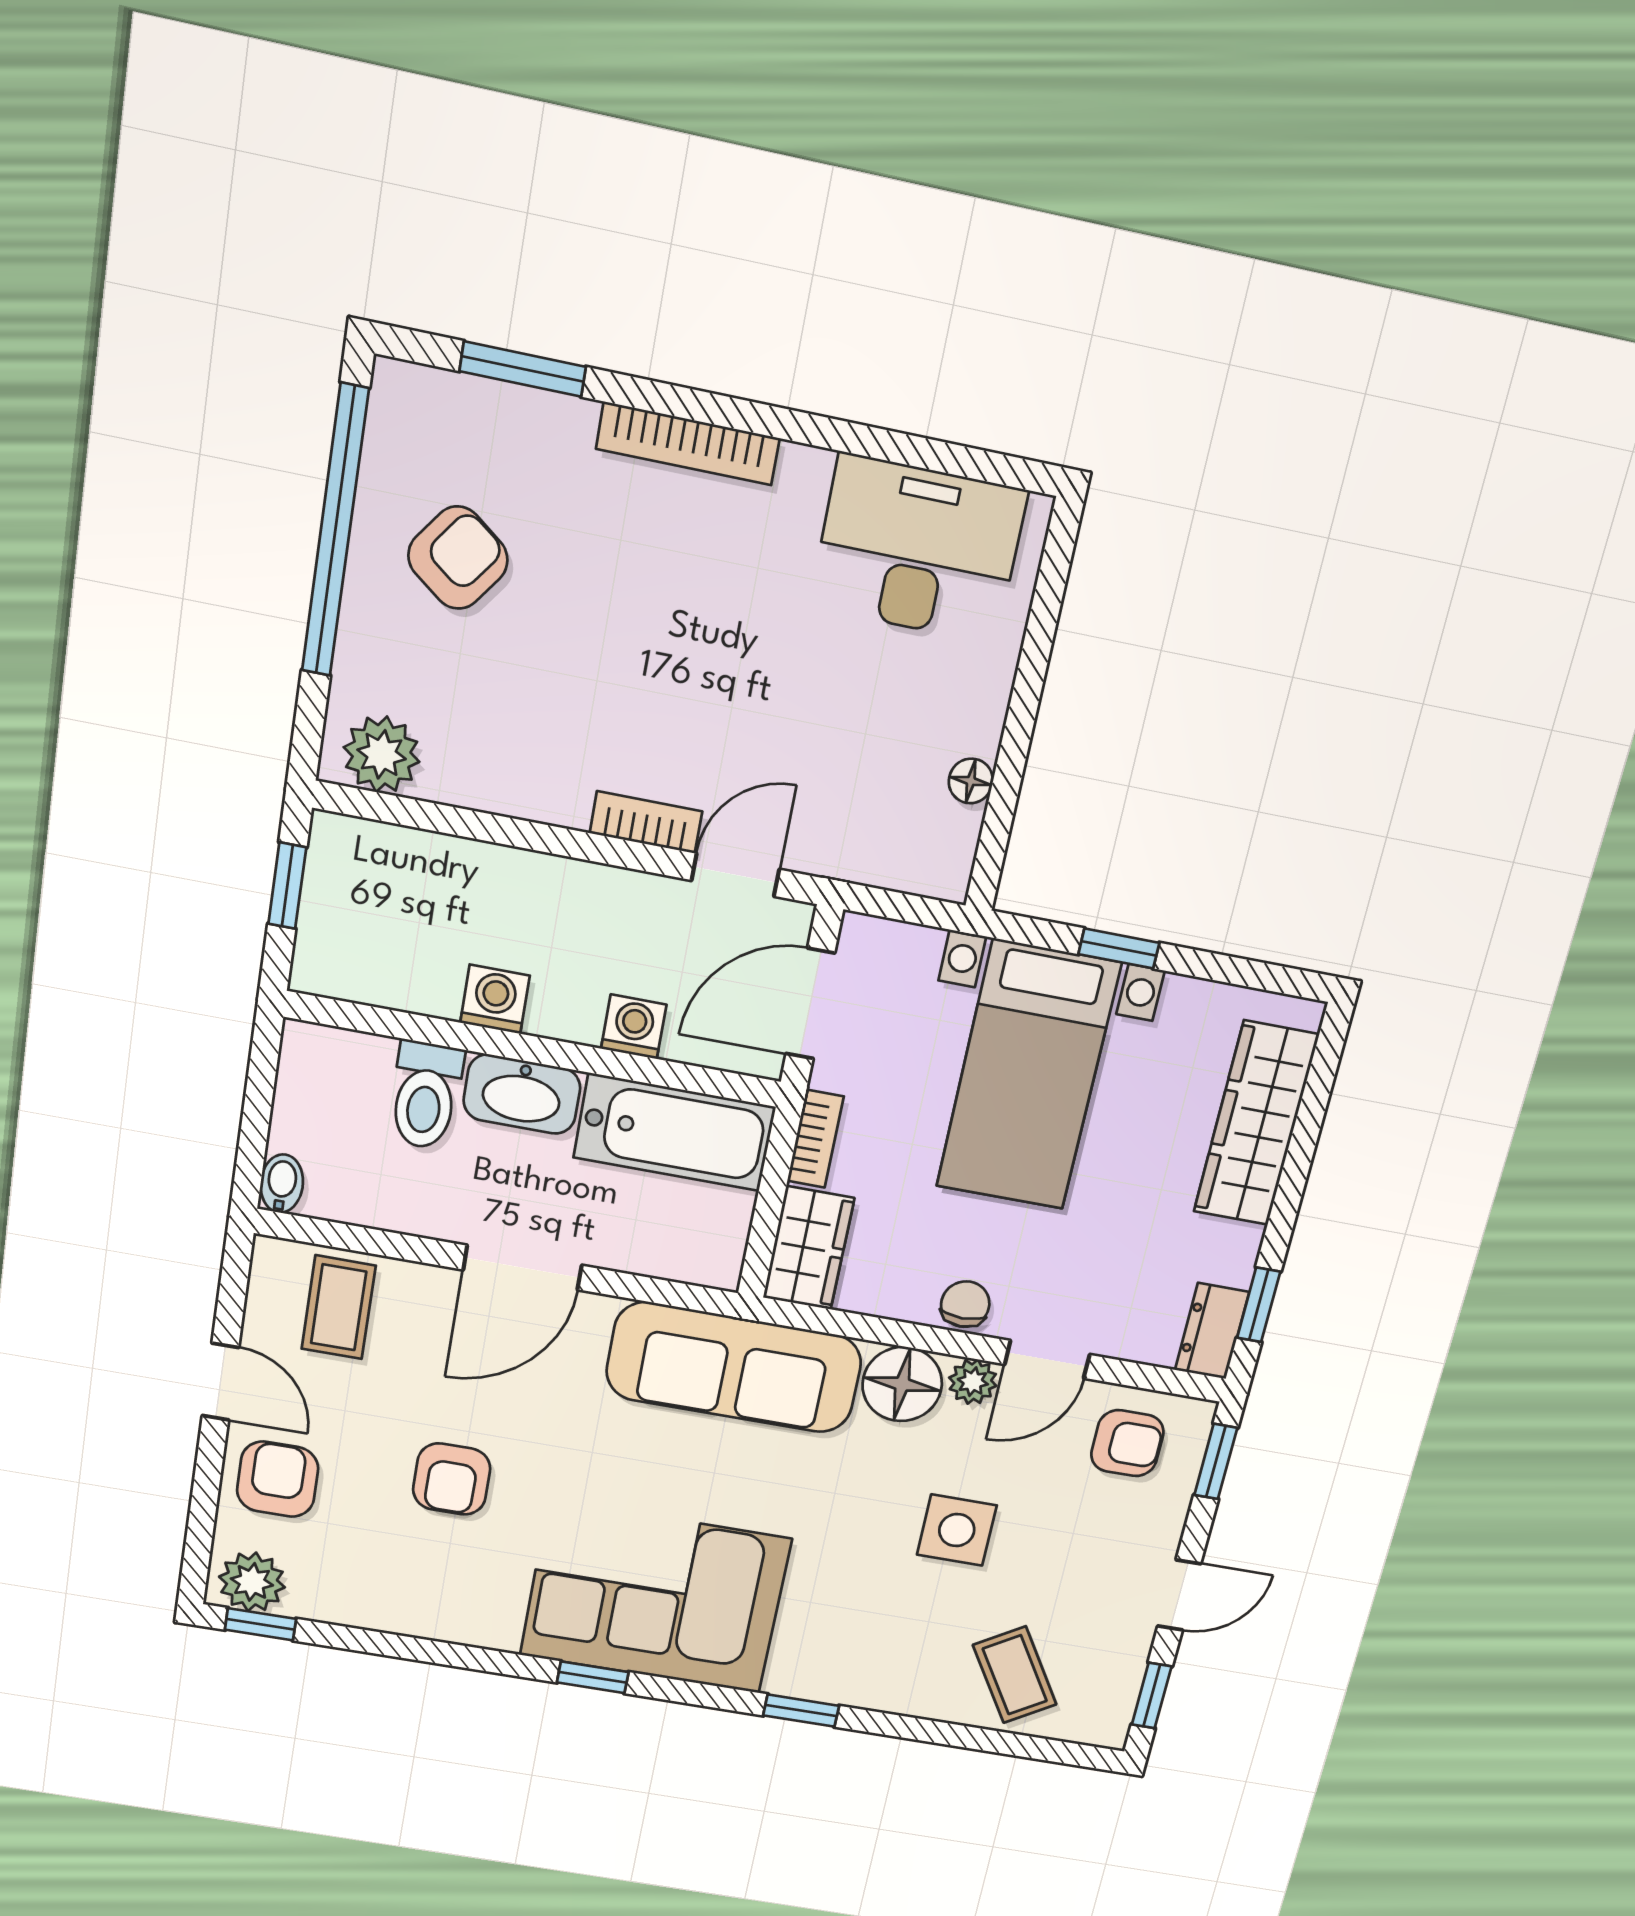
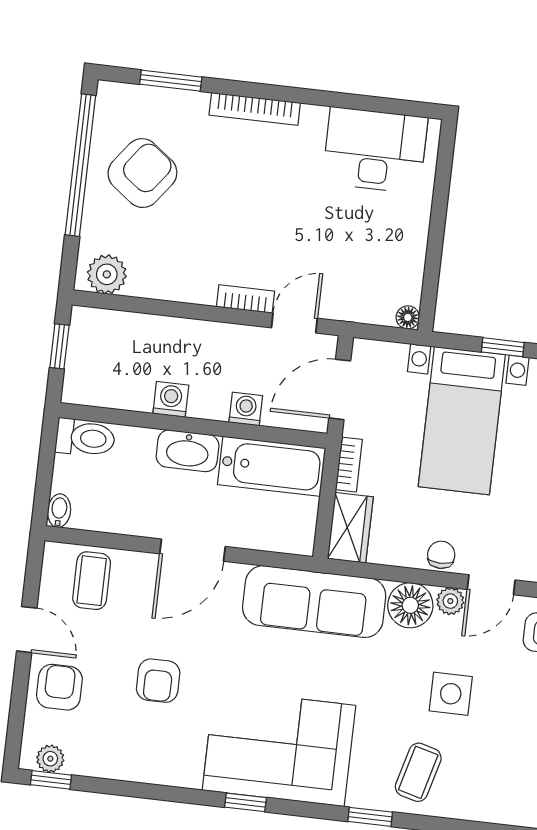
armchair: (458, 558) -> (142, 173), width x1.38, depth x1.38
floor lamp: (971, 781) -> (408, 317), moved
toilet: (426, 1095) -> (85, 438), moved, turned -90
plant: (252, 1582) -> (50, 759), width x0.73, depth x0.73
coffee table: (1015, 1675) -> (418, 772), moved, turned 47

